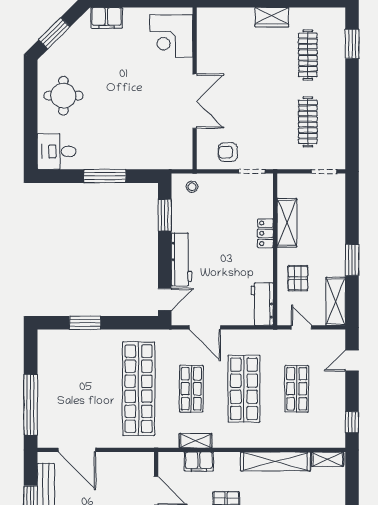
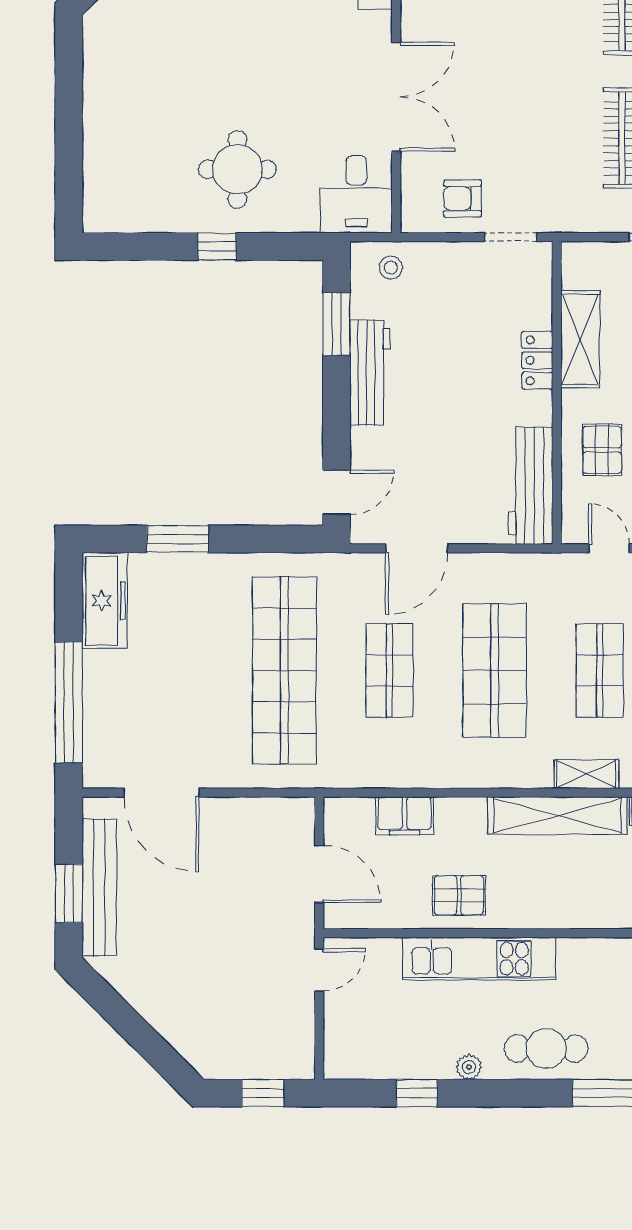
round table: (63, 96) -> (237, 169), moved
desk: (57, 151) -> (356, 194), moved, turned -90
window: (105, 176) -> (217, 246), width x0.46
workbench: (181, 259) -> (370, 372), moved
workbench: (262, 304) -> (531, 486), width x1.37
door: (205, 327) -> (417, 548), hinge flipped
freezer: (49, 354) -> (105, 601), added
shelving: (195, 441) -> (586, 774), moved

